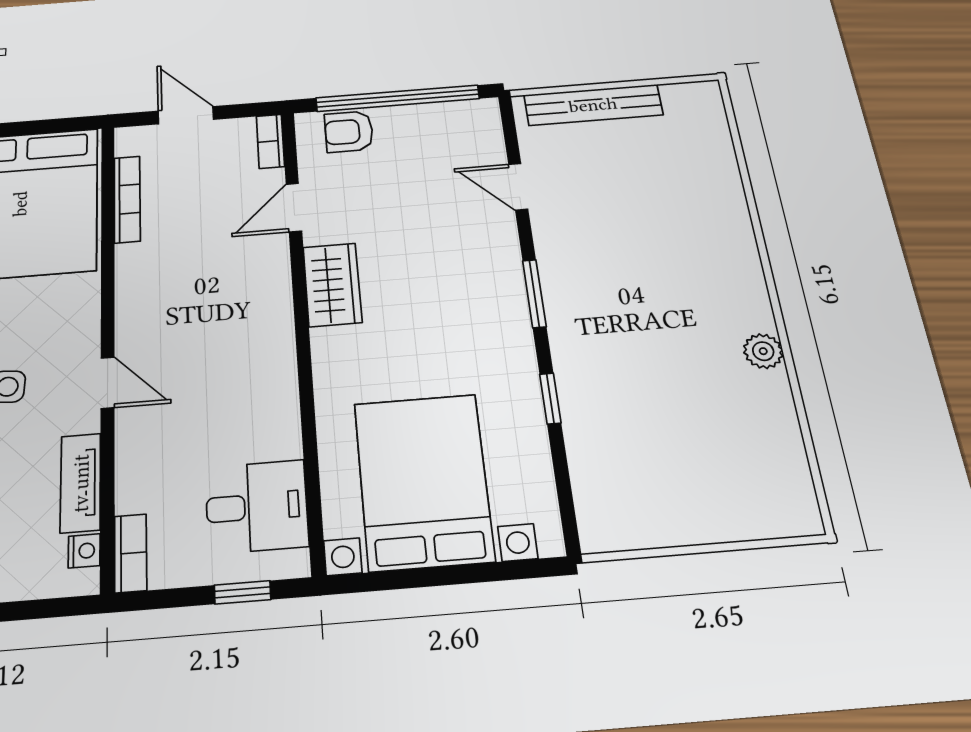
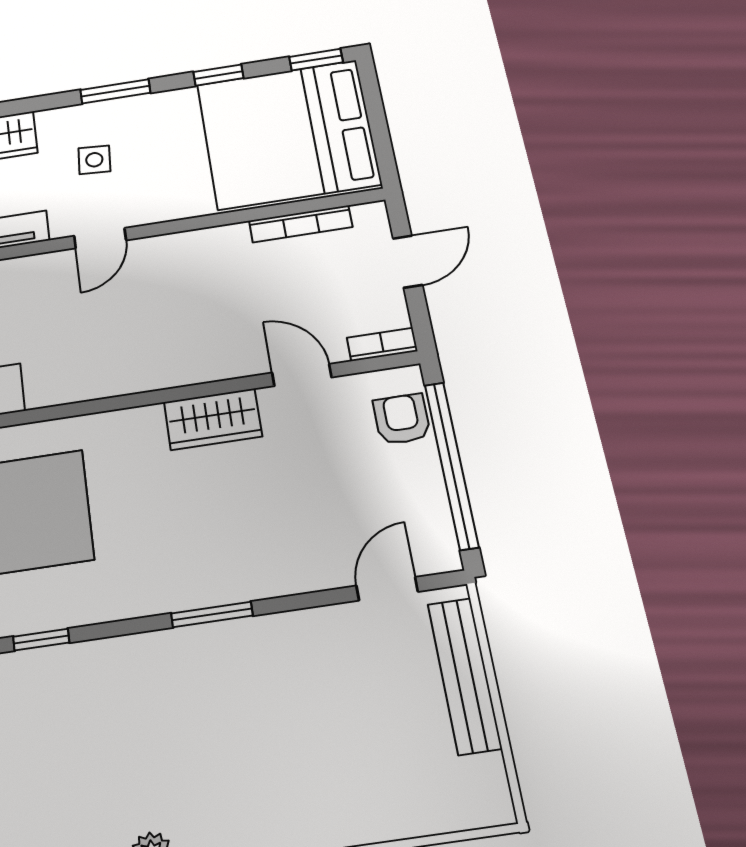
door: (518, 187) -> (387, 589), moved
window: (550, 398) -> (41, 640), moved

